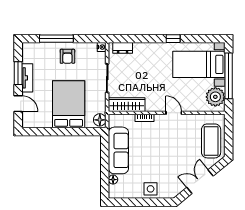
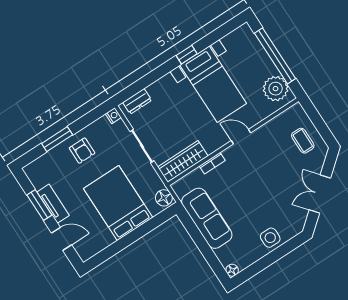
window: (56, 39) -> (57, 139), width x0.69
bed with nightstands: (199, 64) -> (213, 84), moved, turned -90
coffee table: (211, 141) -> (303, 141), width x0.54, depth x0.58
floor lamp: (113, 180) -> (232, 270), moved

